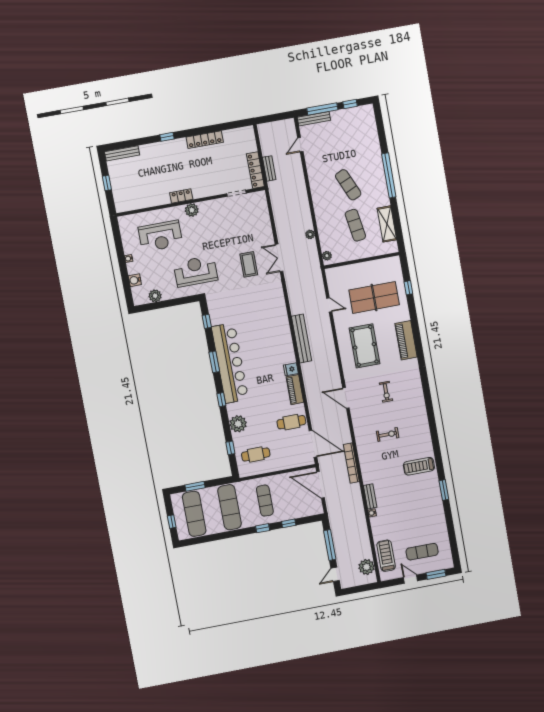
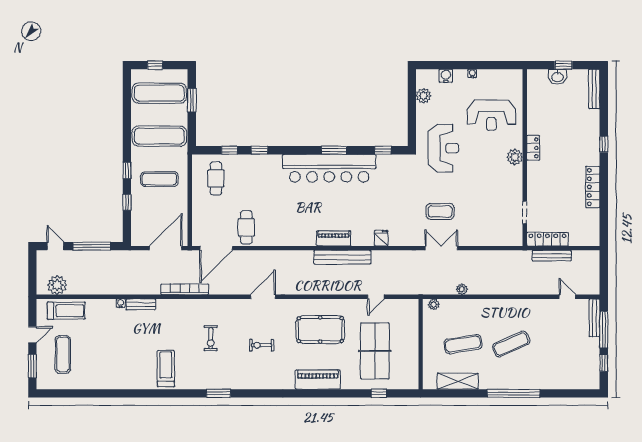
bench: (269, 168) -> (552, 256), width x1.36
washbasin: (118, 186) -> (557, 77), added
reception desk: (160, 236) -> (491, 115), turned -90
fridge: (291, 369) -> (381, 238), moved
piano: (295, 390) -> (334, 238), moved
window: (221, 400) -> (260, 150), moved
plant: (238, 424) -> (256, 164), removed
window: (444, 490) -> (218, 393), moved

